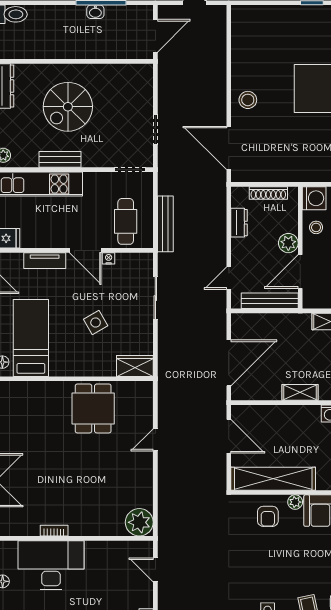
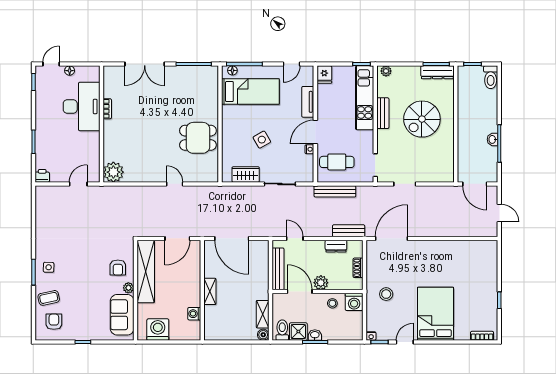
stool: (248, 100) -> (386, 294), moved
spiral stairs: (68, 107) -> (422, 119), turned -90
shoe rack: (268, 193) -> (358, 268), width x0.70
bench: (218, 206) -> (349, 231), added
wardrobe: (135, 366) -> (246, 174), moved, turned -90
armchair: (268, 516) -> (118, 268), turned -90

